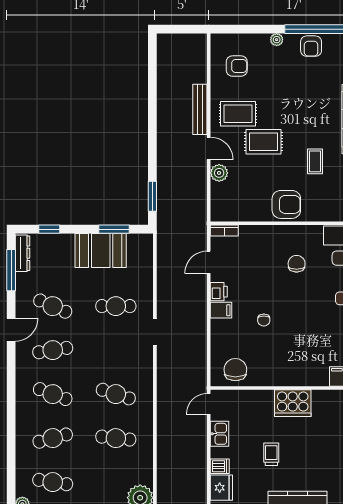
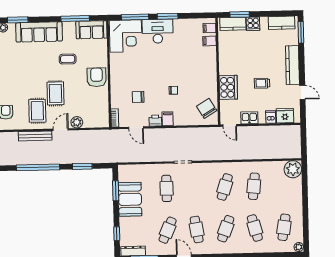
window: (152, 113) -> (38, 167), added
window: (152, 196) -> (82, 166), moved
chair: (297, 264) -> (138, 97), moved
chair: (235, 370) -> (207, 108), turned 59
cooker: (293, 403) -> (228, 87), moved

